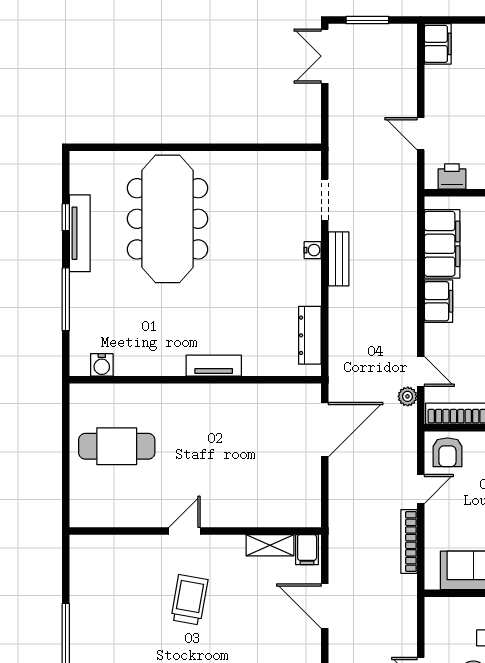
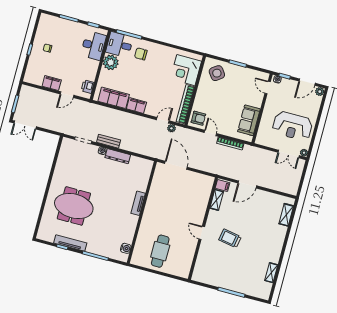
filing cabinet: (438, 44) -> (52, 83), moved
meeting table: (168, 219) -> (74, 206), width x0.73
dresser: (310, 335) -> (118, 156), moved

